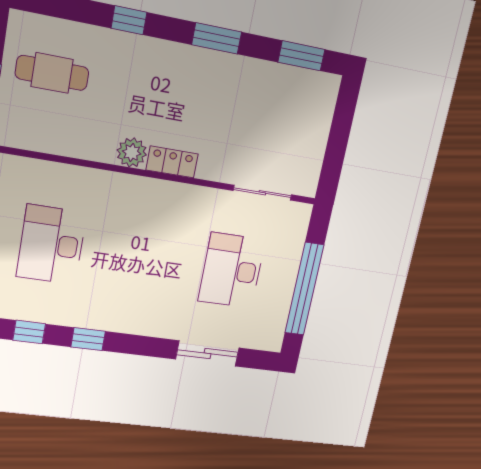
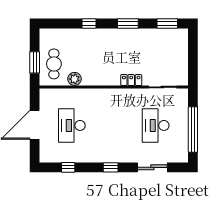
cafe table: (52, 73) -> (54, 64), moved, turned 90
plant: (132, 152) -> (75, 79), moved
locker: (172, 162) -> (131, 80), moved
window: (88, 339) -> (111, 167), moved

